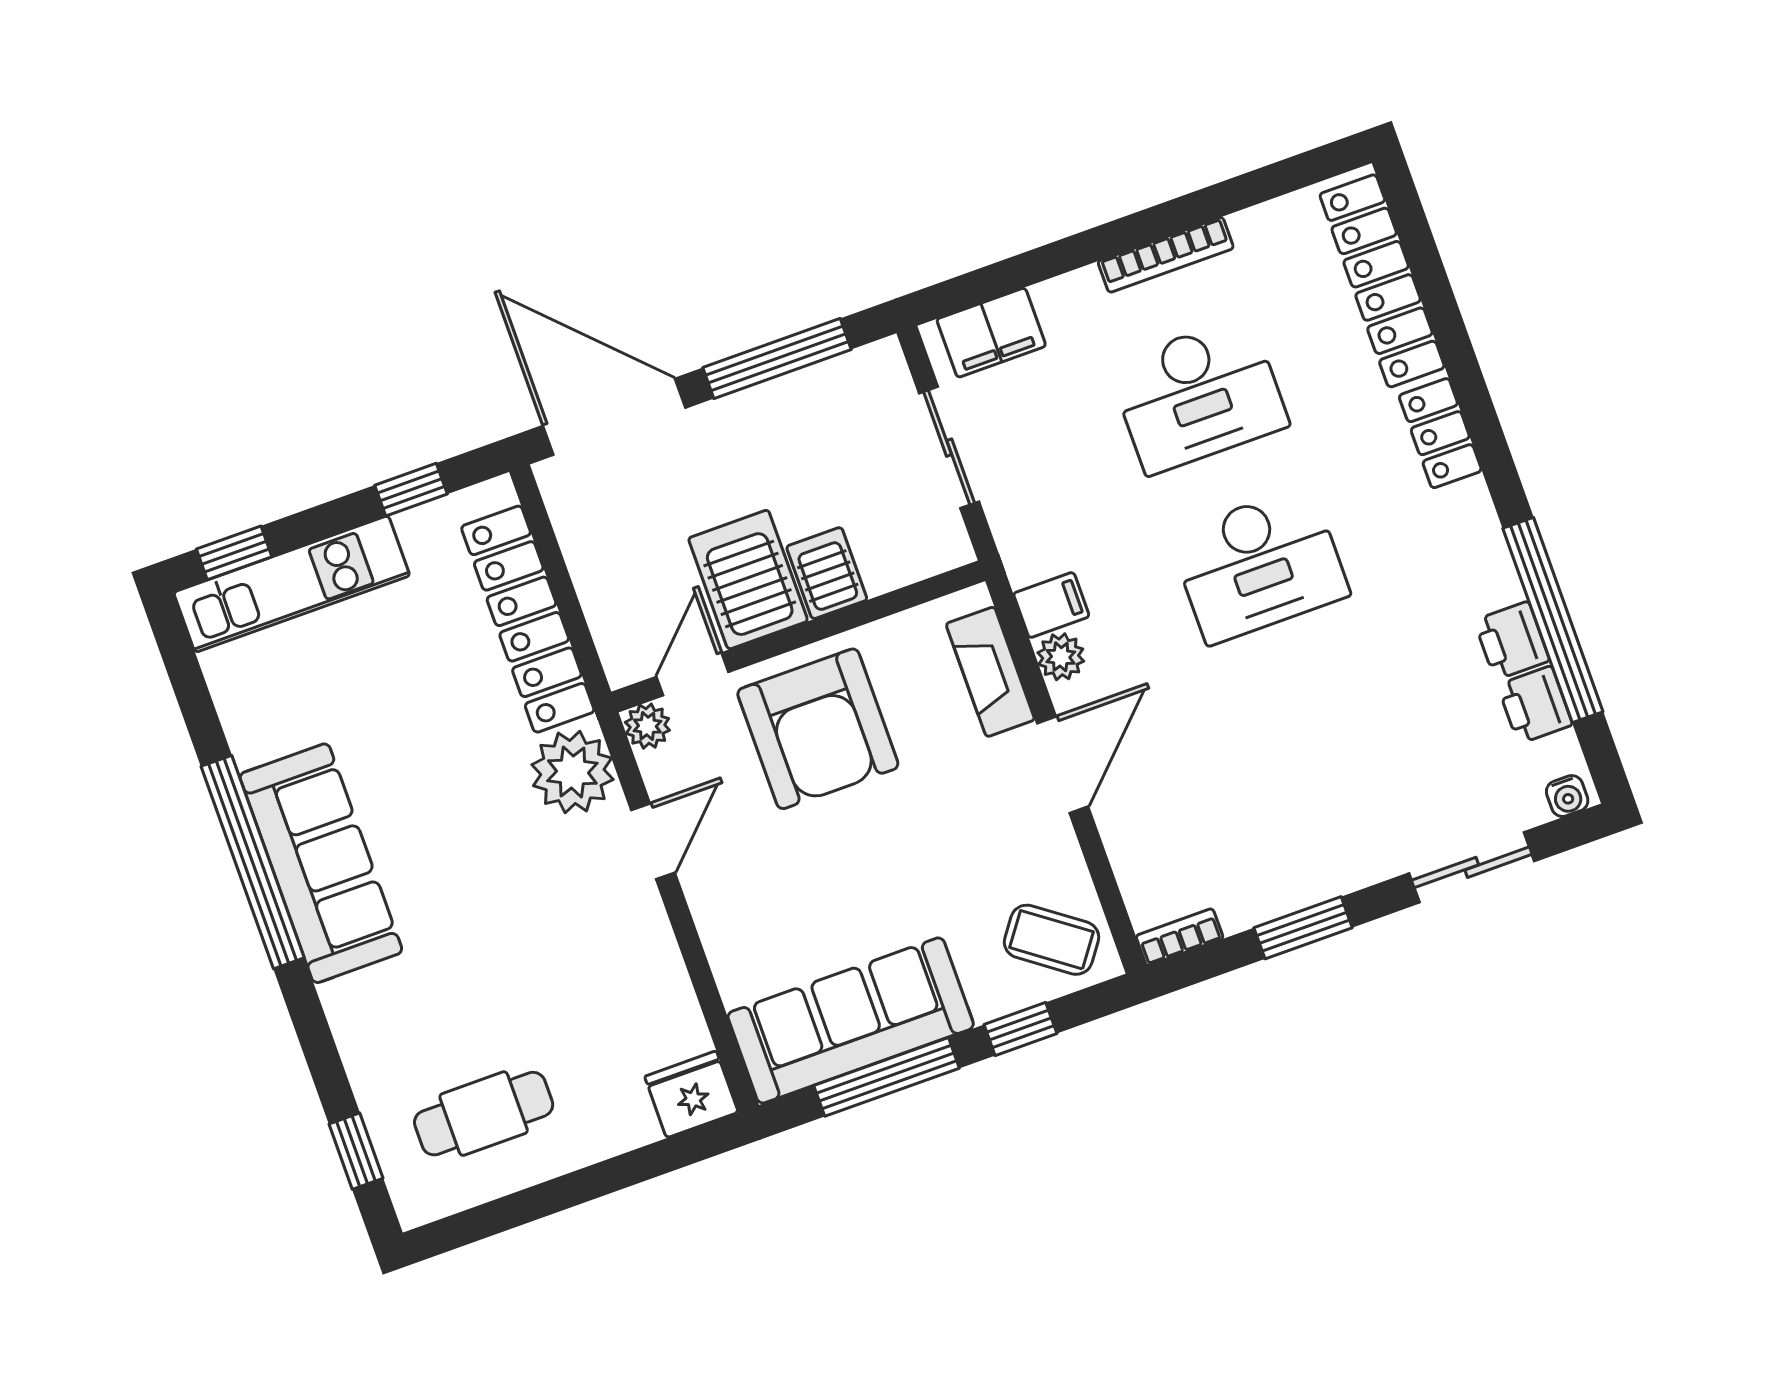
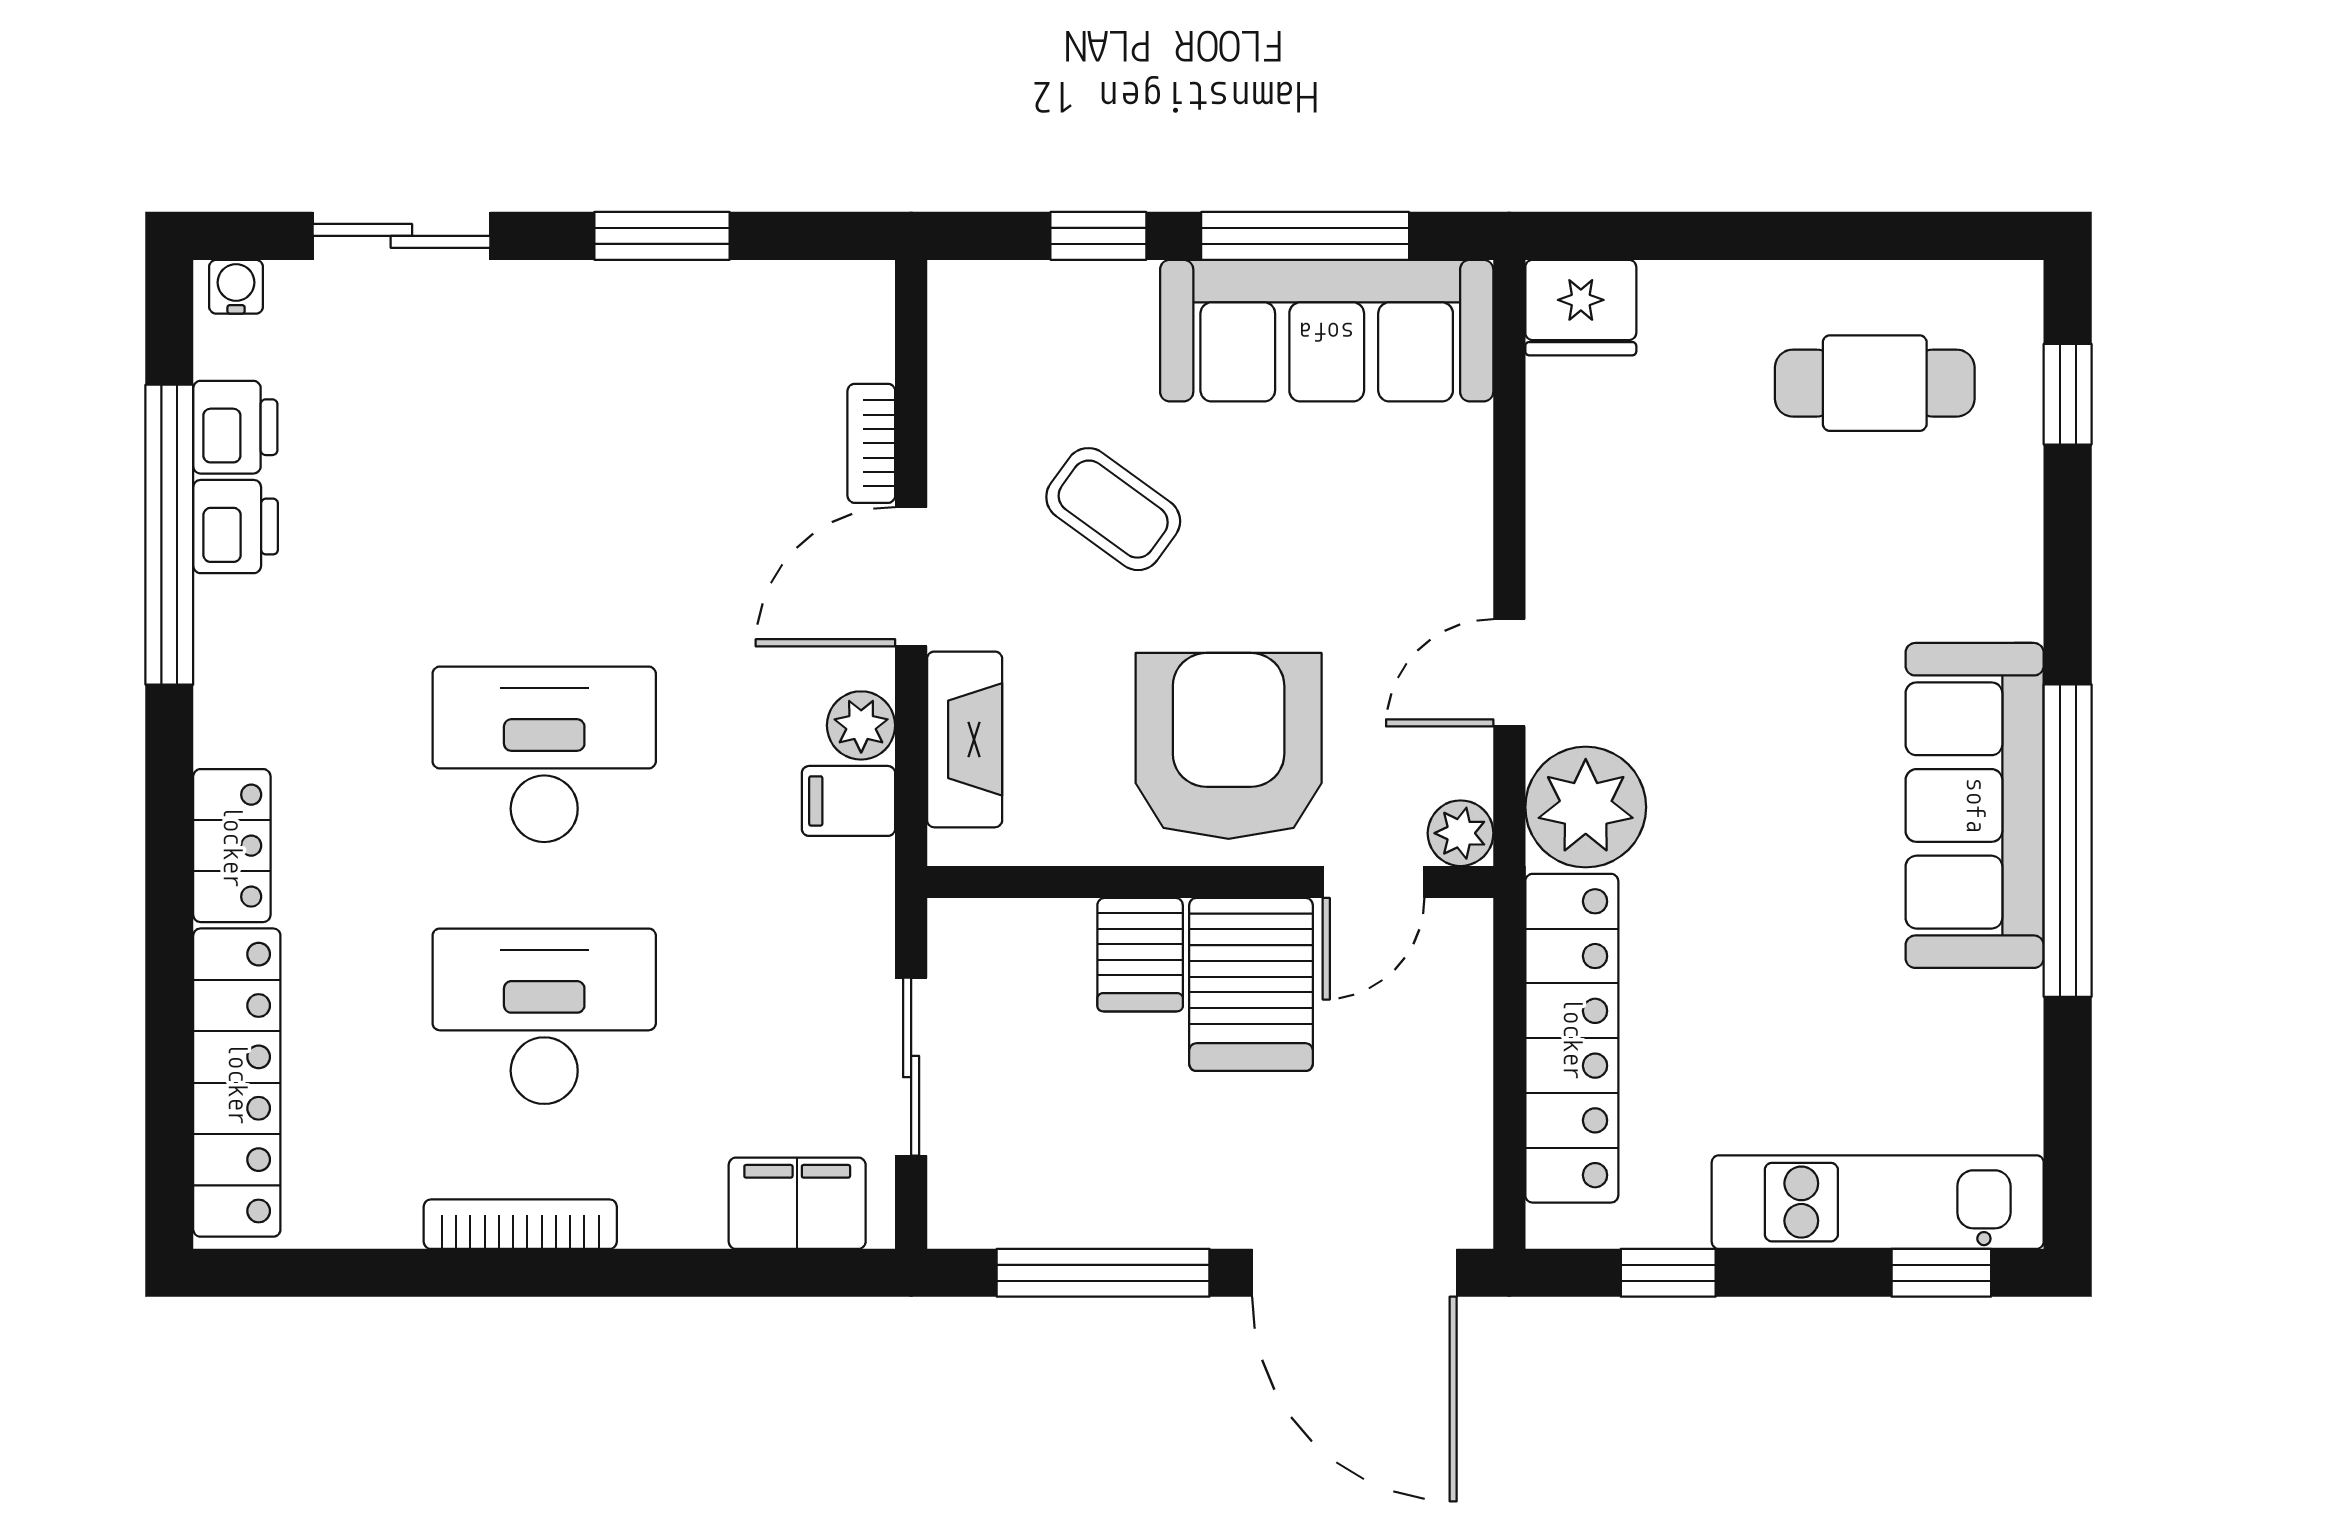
bookcase: (1180, 937) -> (871, 443), moved, turned 90
coffee table: (1051, 940) -> (1113, 509), moved

